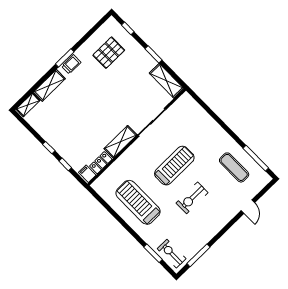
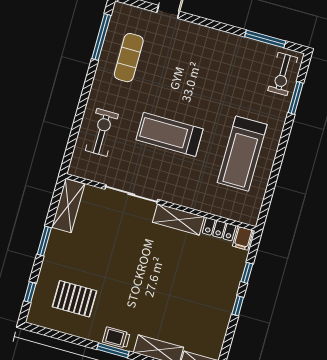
exercise bike: (192, 198) -> (102, 132), moved, turned -90

